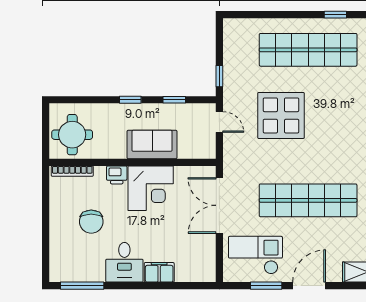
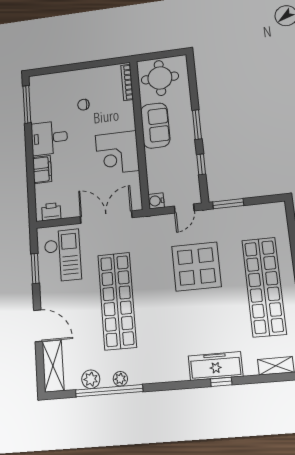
window: (219, 76) -> (228, 204), width x1.50
window: (130, 100) -> (197, 125), width x1.50
sofa: (152, 145) -> (155, 126), moved
water cooler: (208, 151) -> (156, 201), added
printer: (117, 175) -> (51, 212), moved, turned 90
chair: (91, 222) -> (83, 105), width x0.54, depth x0.54
door: (309, 286) -> (38, 326), moved

